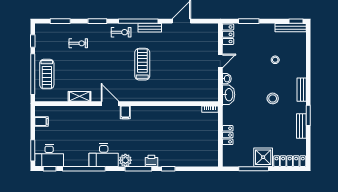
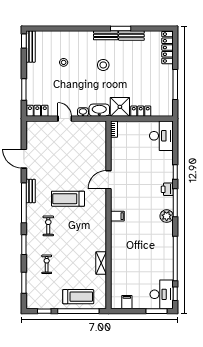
exercise bike: (121, 32) -> (48, 226), moved
bench: (302, 90) -> (106, 35), moved
door: (110, 104) -> (108, 180), moved
desk: (104, 155) -> (161, 136), moved
shower: (263, 157) -> (120, 107), moved

